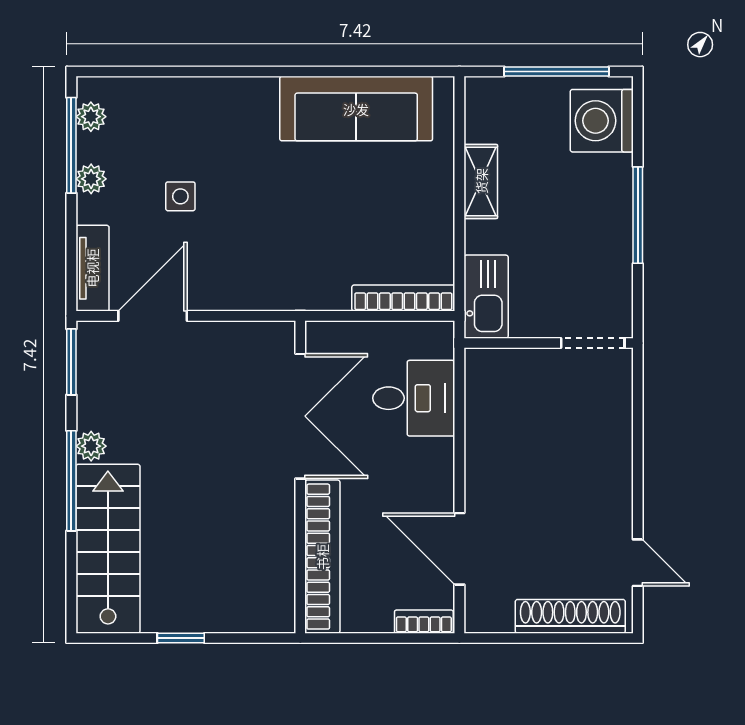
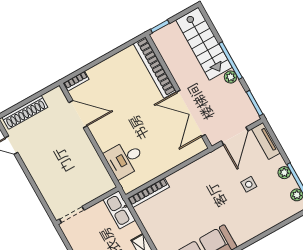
double door: (300, 416) -> (191, 113), moved
wall: (300, 477) -> (179, 92), moved
bookcase: (322, 557) -> (155, 68), moved

